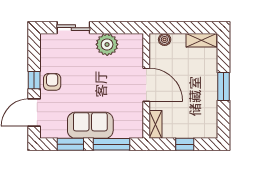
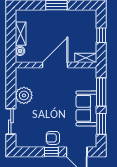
shelving: (201, 40) -> (21, 34), moved

